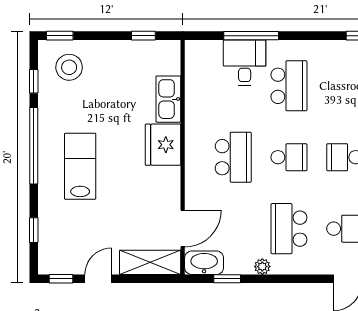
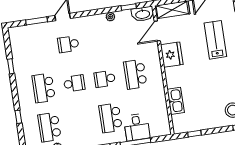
fridge: (163, 145) -> (172, 55), moved
lab bench: (80, 166) -> (215, 40), moved, turned 180
school desk: (289, 229) -> (99, 40), removed

